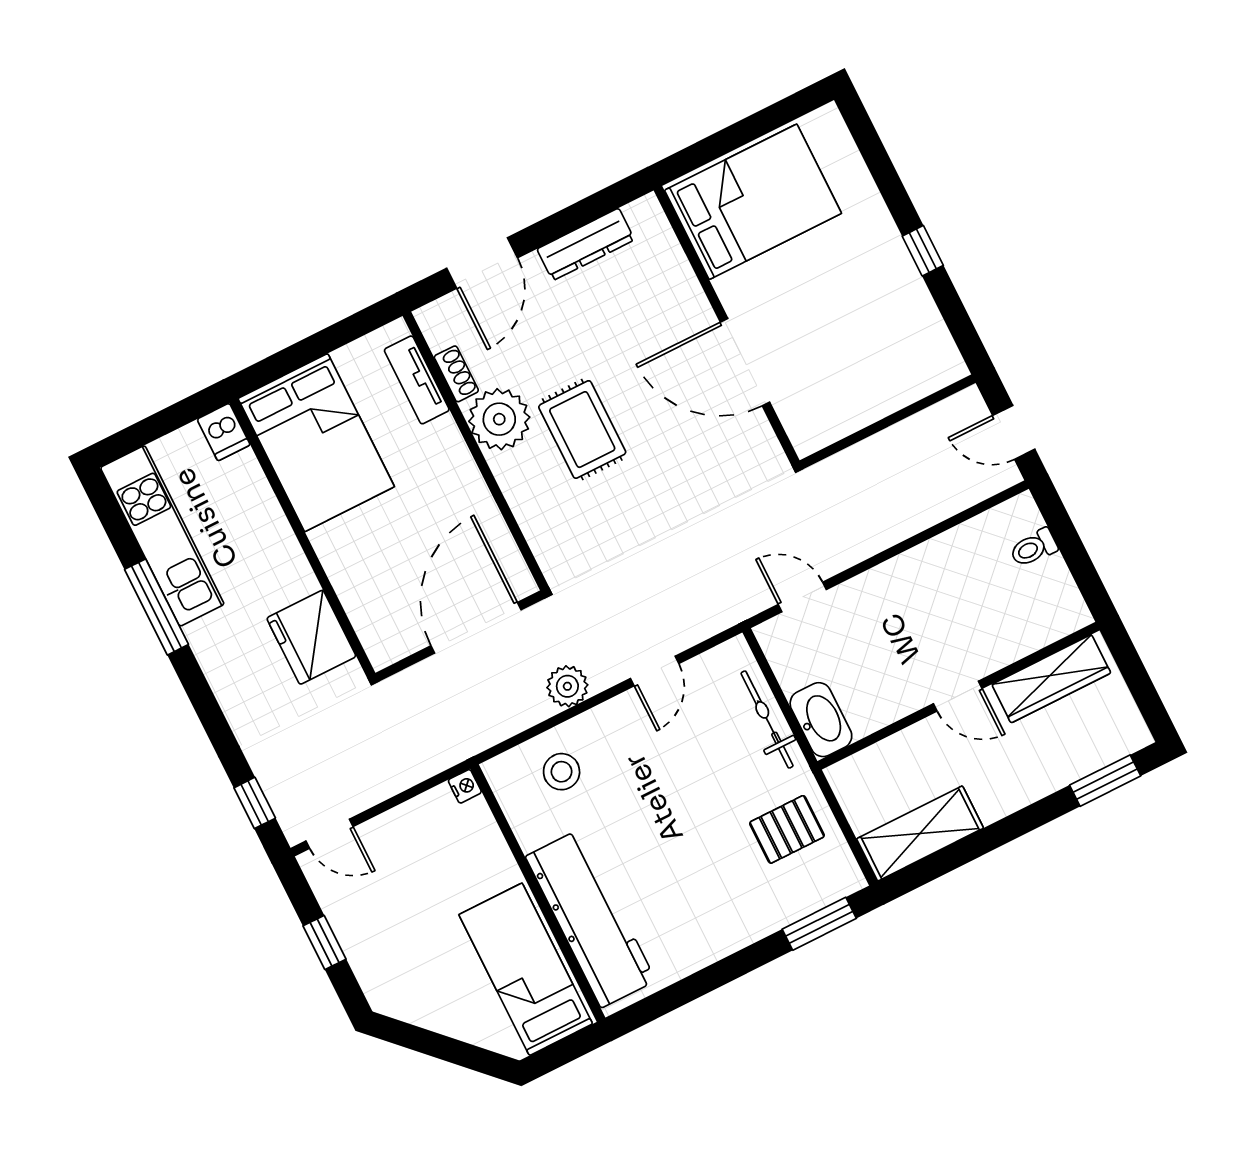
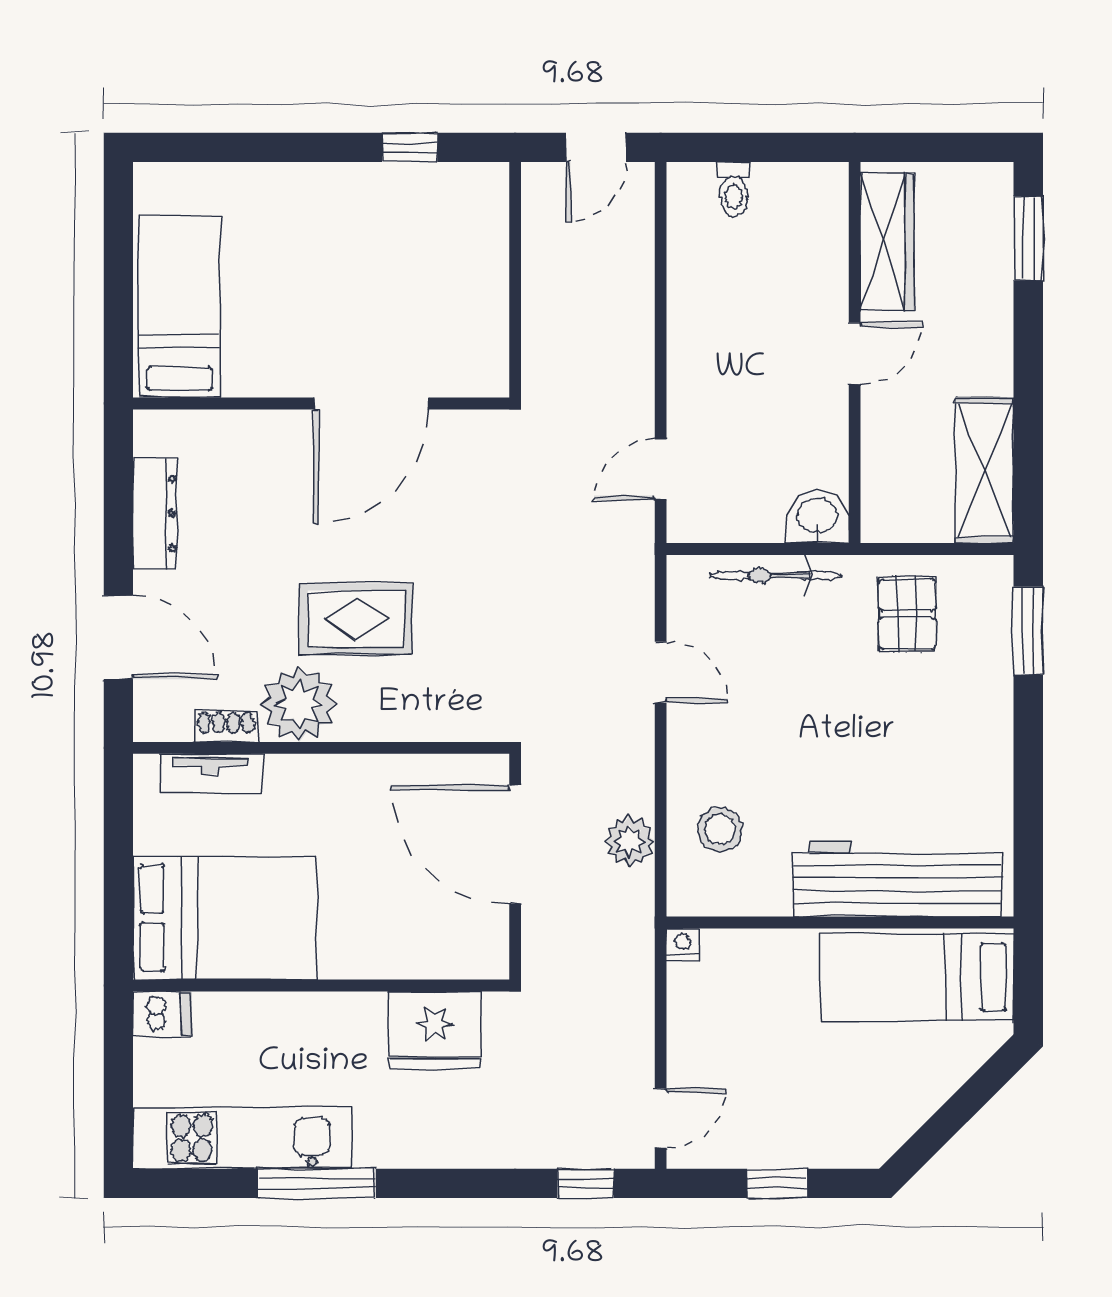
bed: (753, 202) -> (180, 307), width x0.67
window: (923, 251) -> (410, 147), moved
plant: (567, 686) -> (629, 841), moved
washbasin: (821, 720) -> (817, 517), width x0.72

